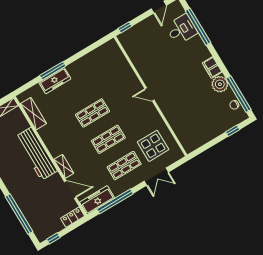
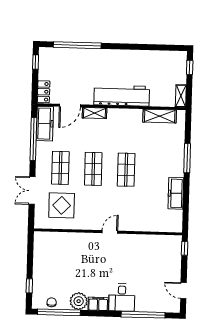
desk: (182, 29) -> (122, 297), moved
freezer: (55, 81) -> (176, 193), moved

